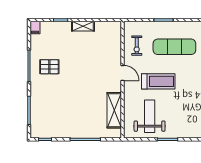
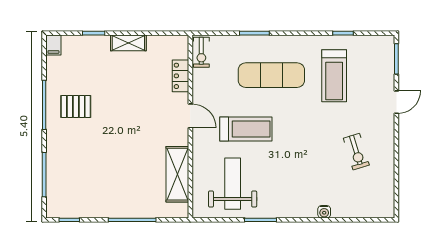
exercise bike: (137, 46) -> (201, 52), moved
locker: (116, 47) -> (180, 76), added

